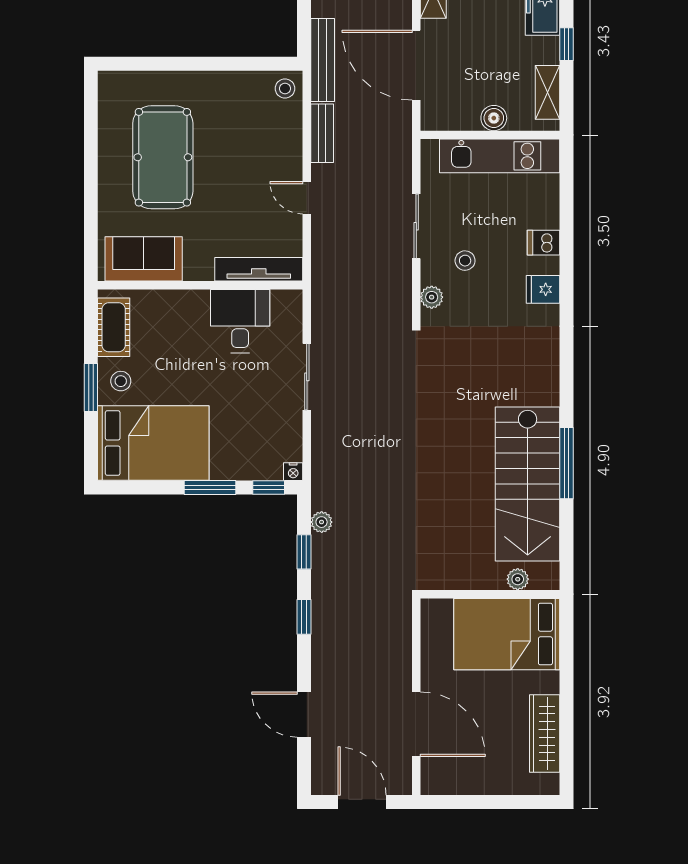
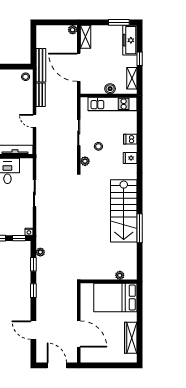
stairs: (528, 484) -> (124, 211), moved

